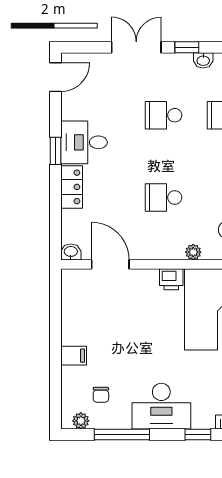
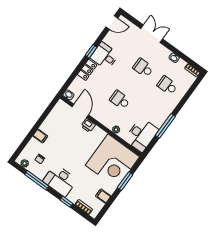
window: (187, 47) -> (171, 48), removed
printer: (171, 279) -> (88, 125), moved

